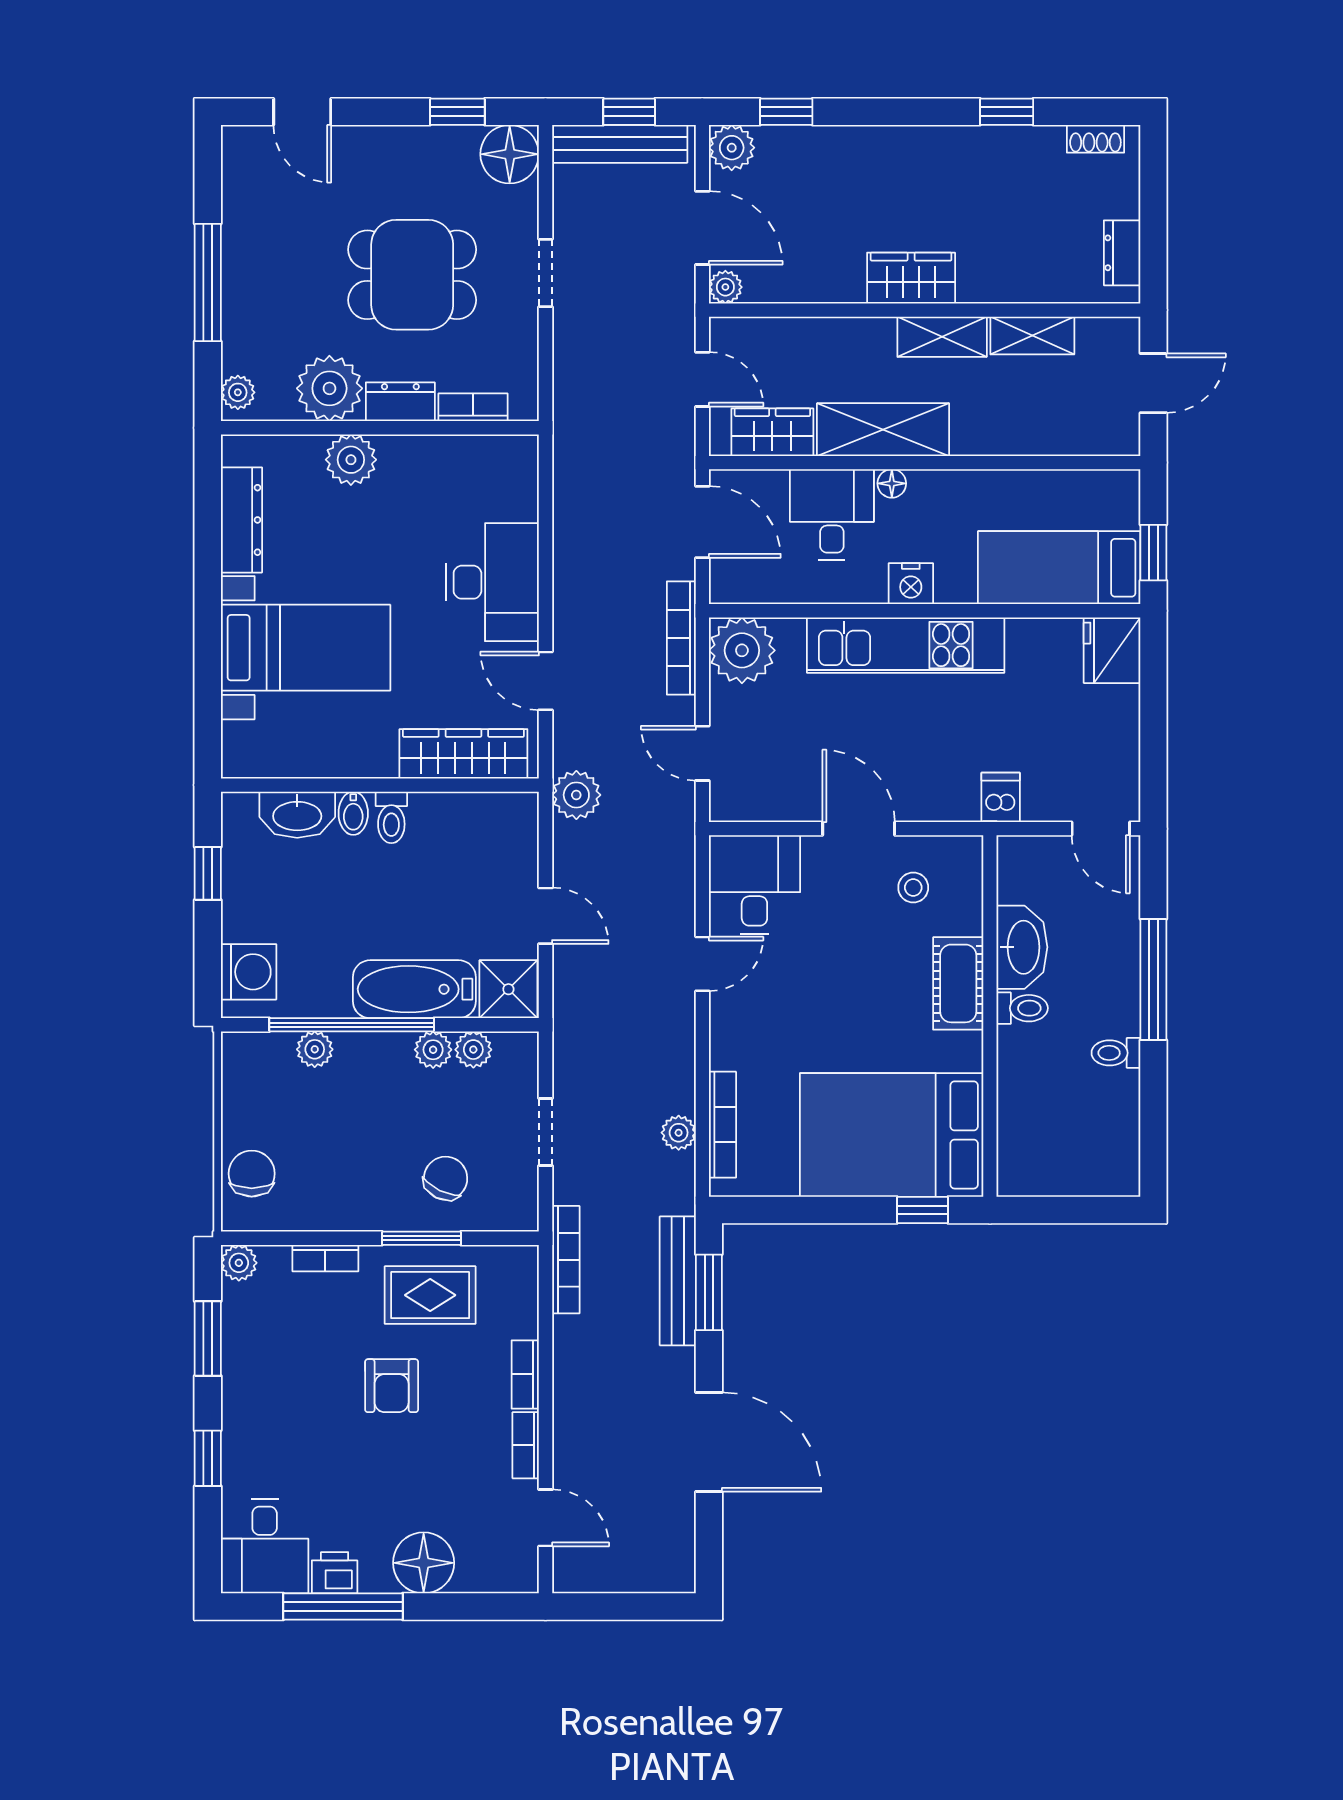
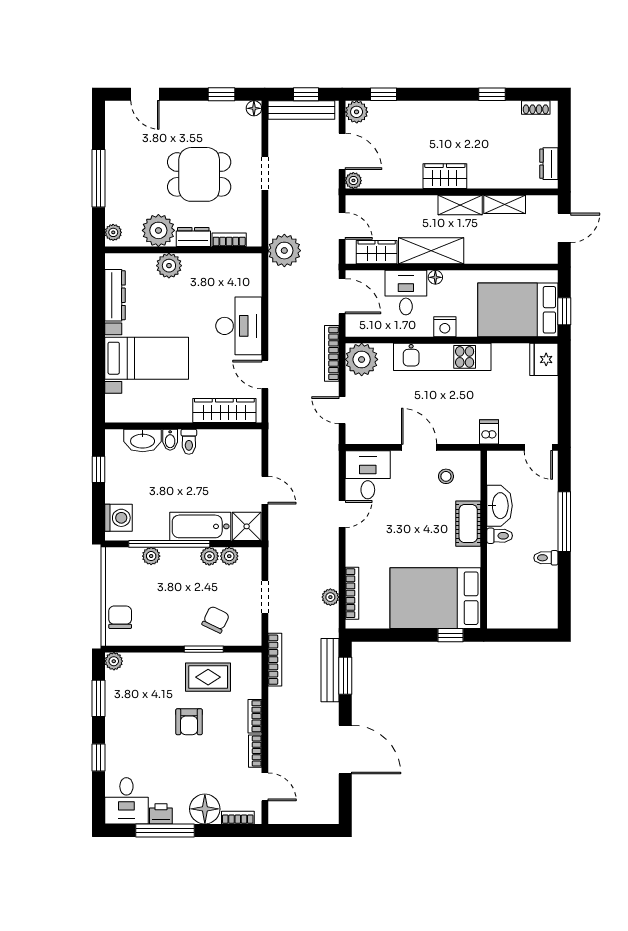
floor lamp: (510, 154) -> (254, 108), width x0.53, depth x0.53
bed: (1059, 568) -> (518, 310), width x1.50
plant: (576, 795) -> (284, 251), moved, width x1.36, depth x1.36
bookcase: (325, 1258) -> (238, 818), moved, turned 180

